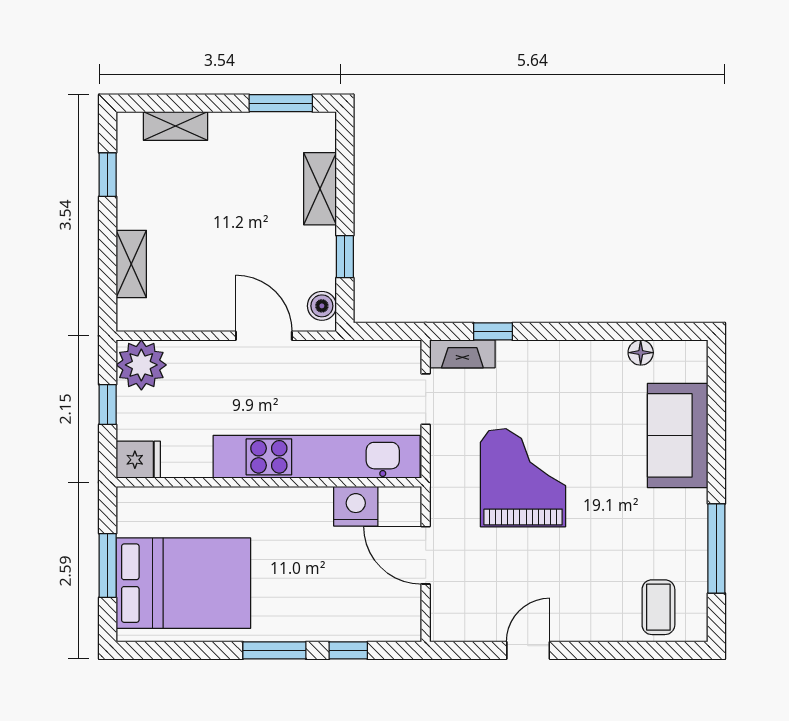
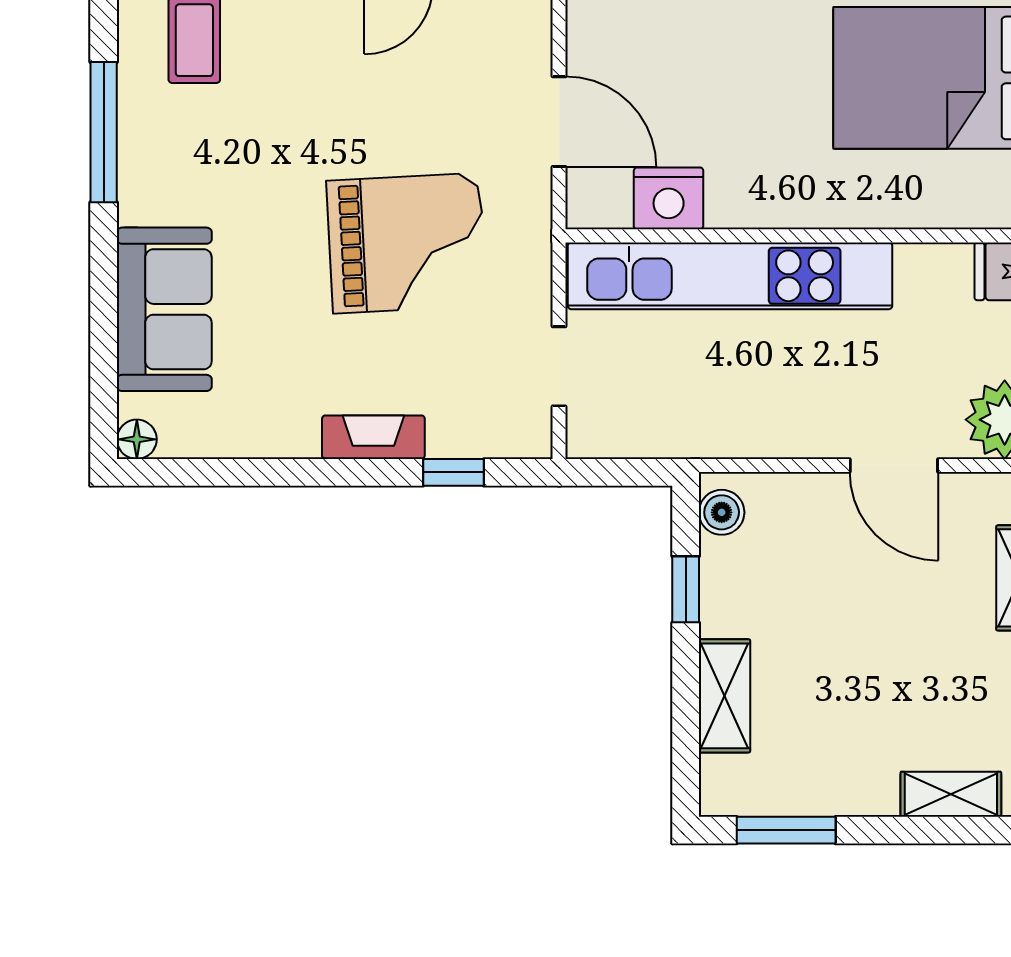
door: (264, 336) -> (894, 465), moved
floor lamp: (641, 353) -> (137, 439), moved
fireplace: (462, 354) -> (373, 437), moved
grand piano: (523, 478) -> (406, 243), turned -93

